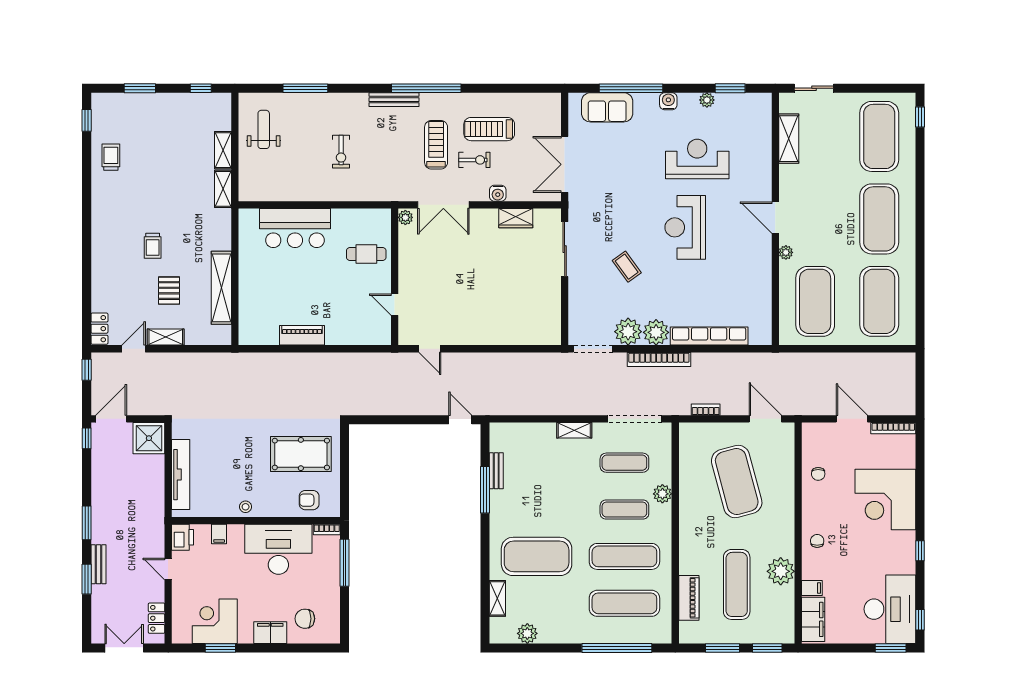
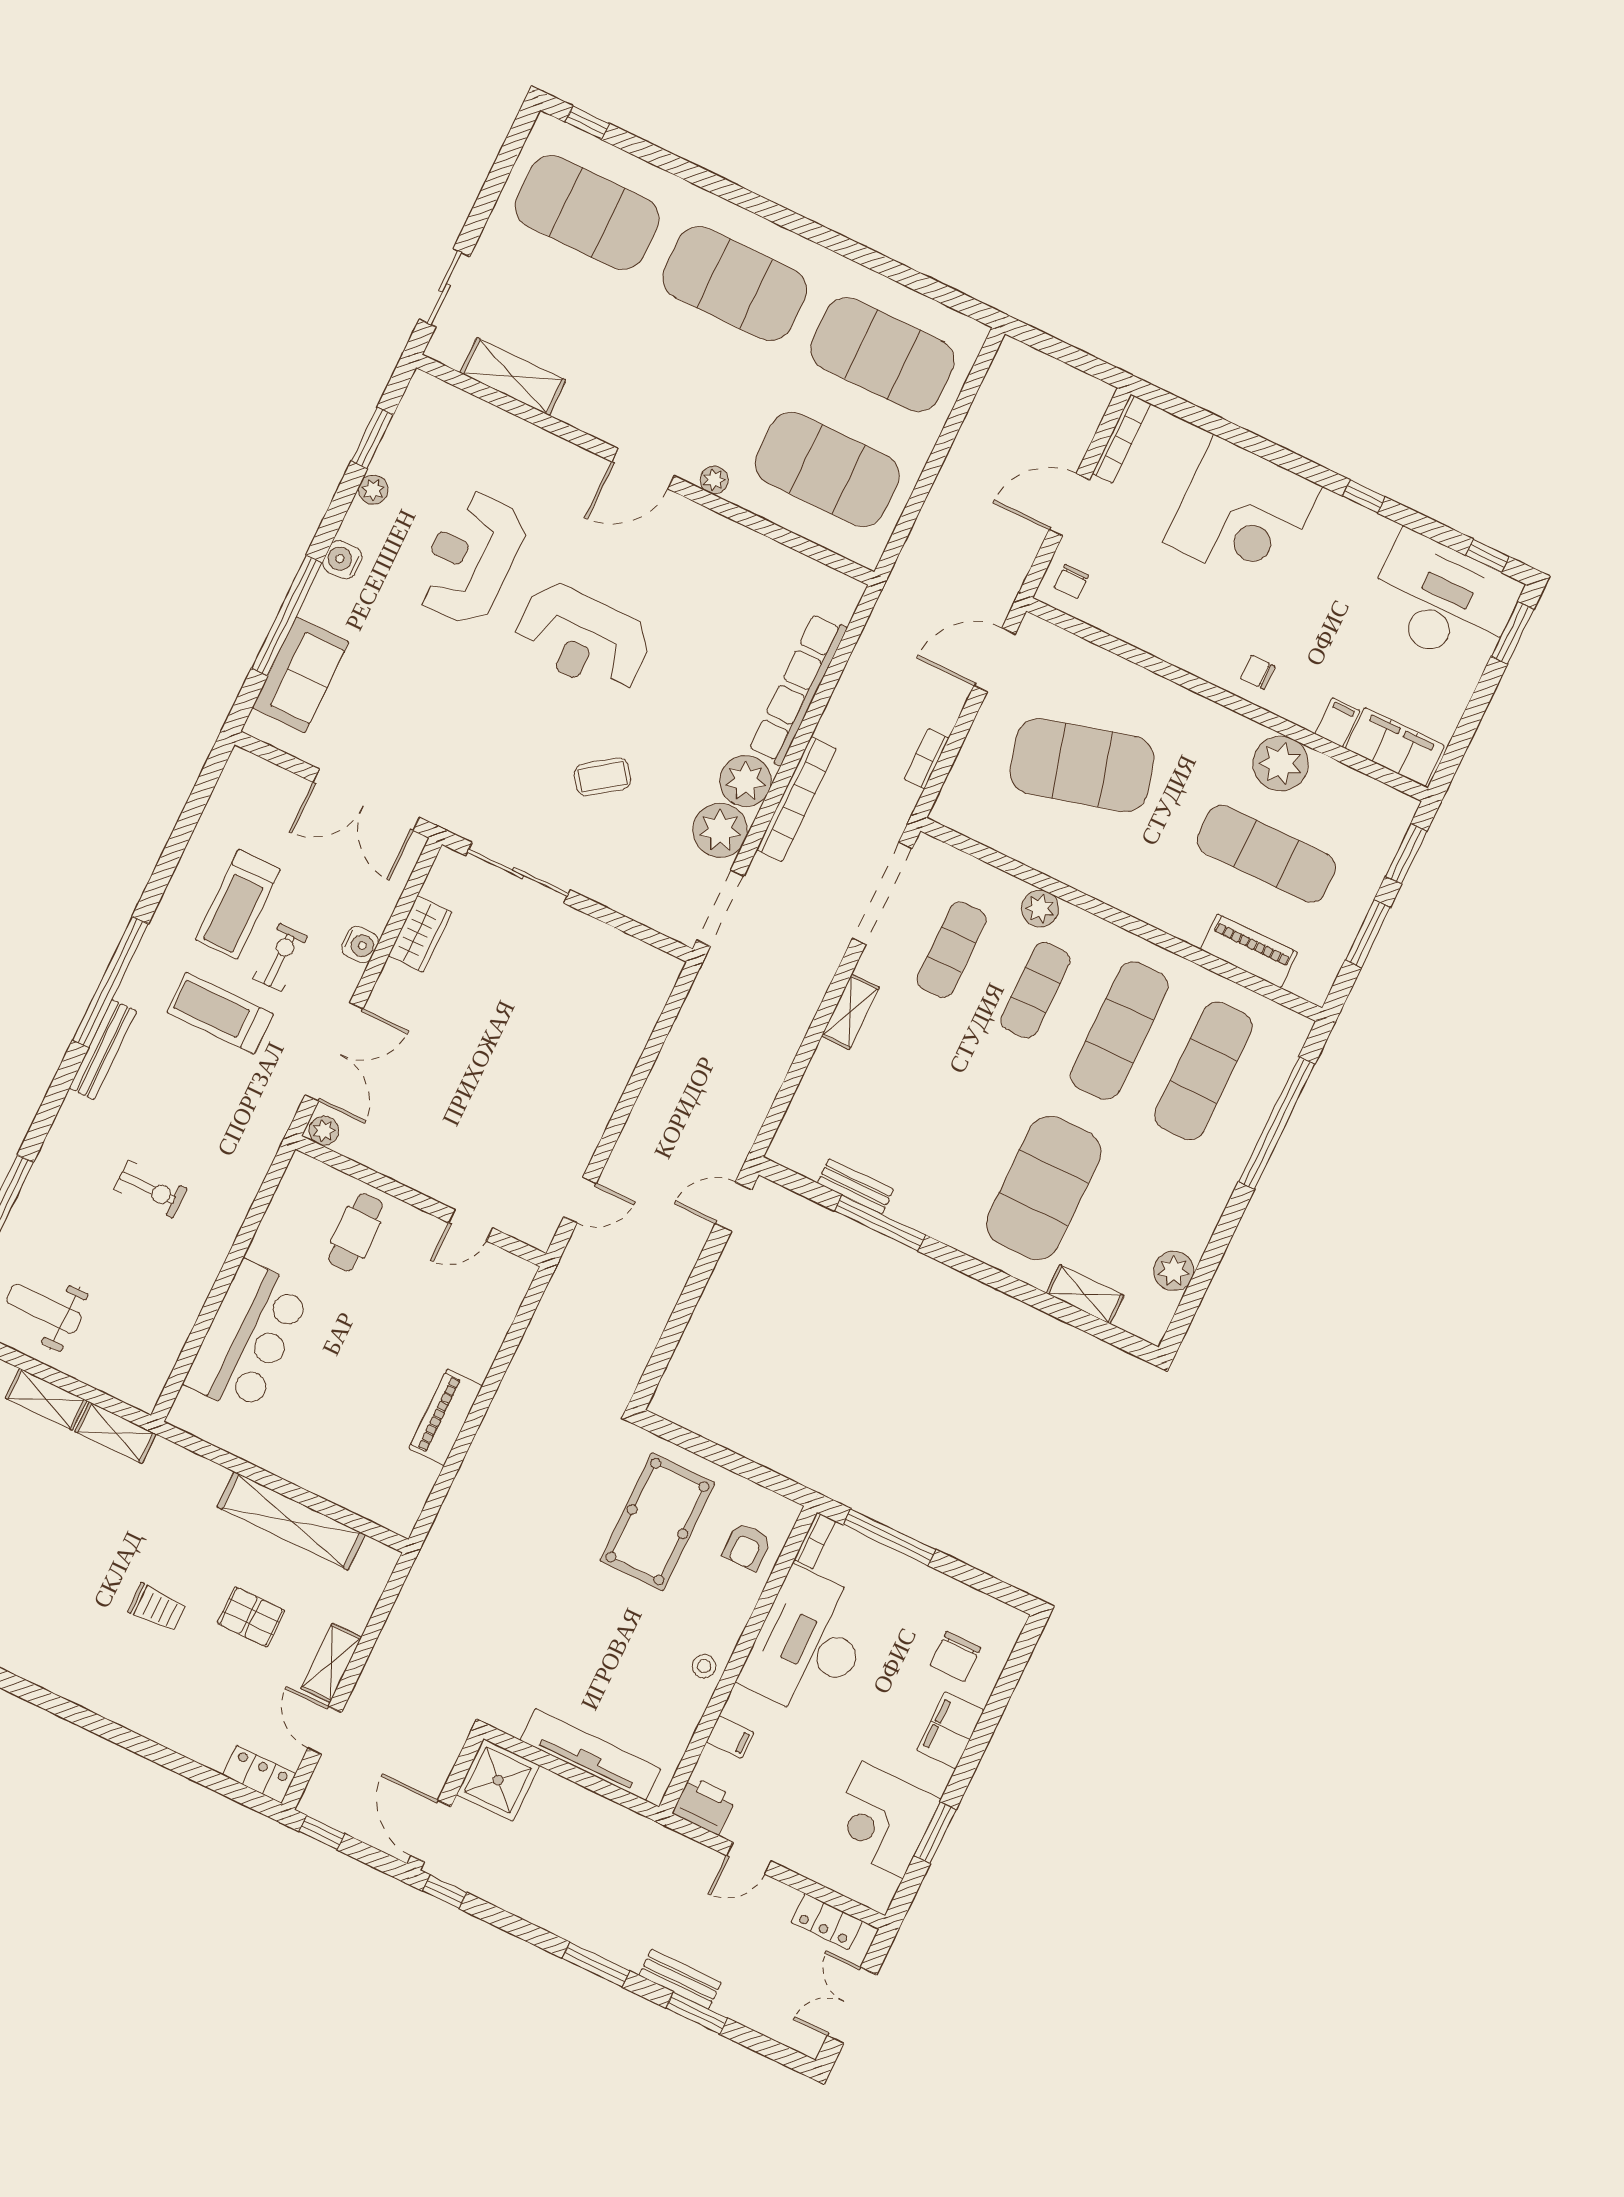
chair: (818, 474) -> (1071, 581), moved, turned 90

